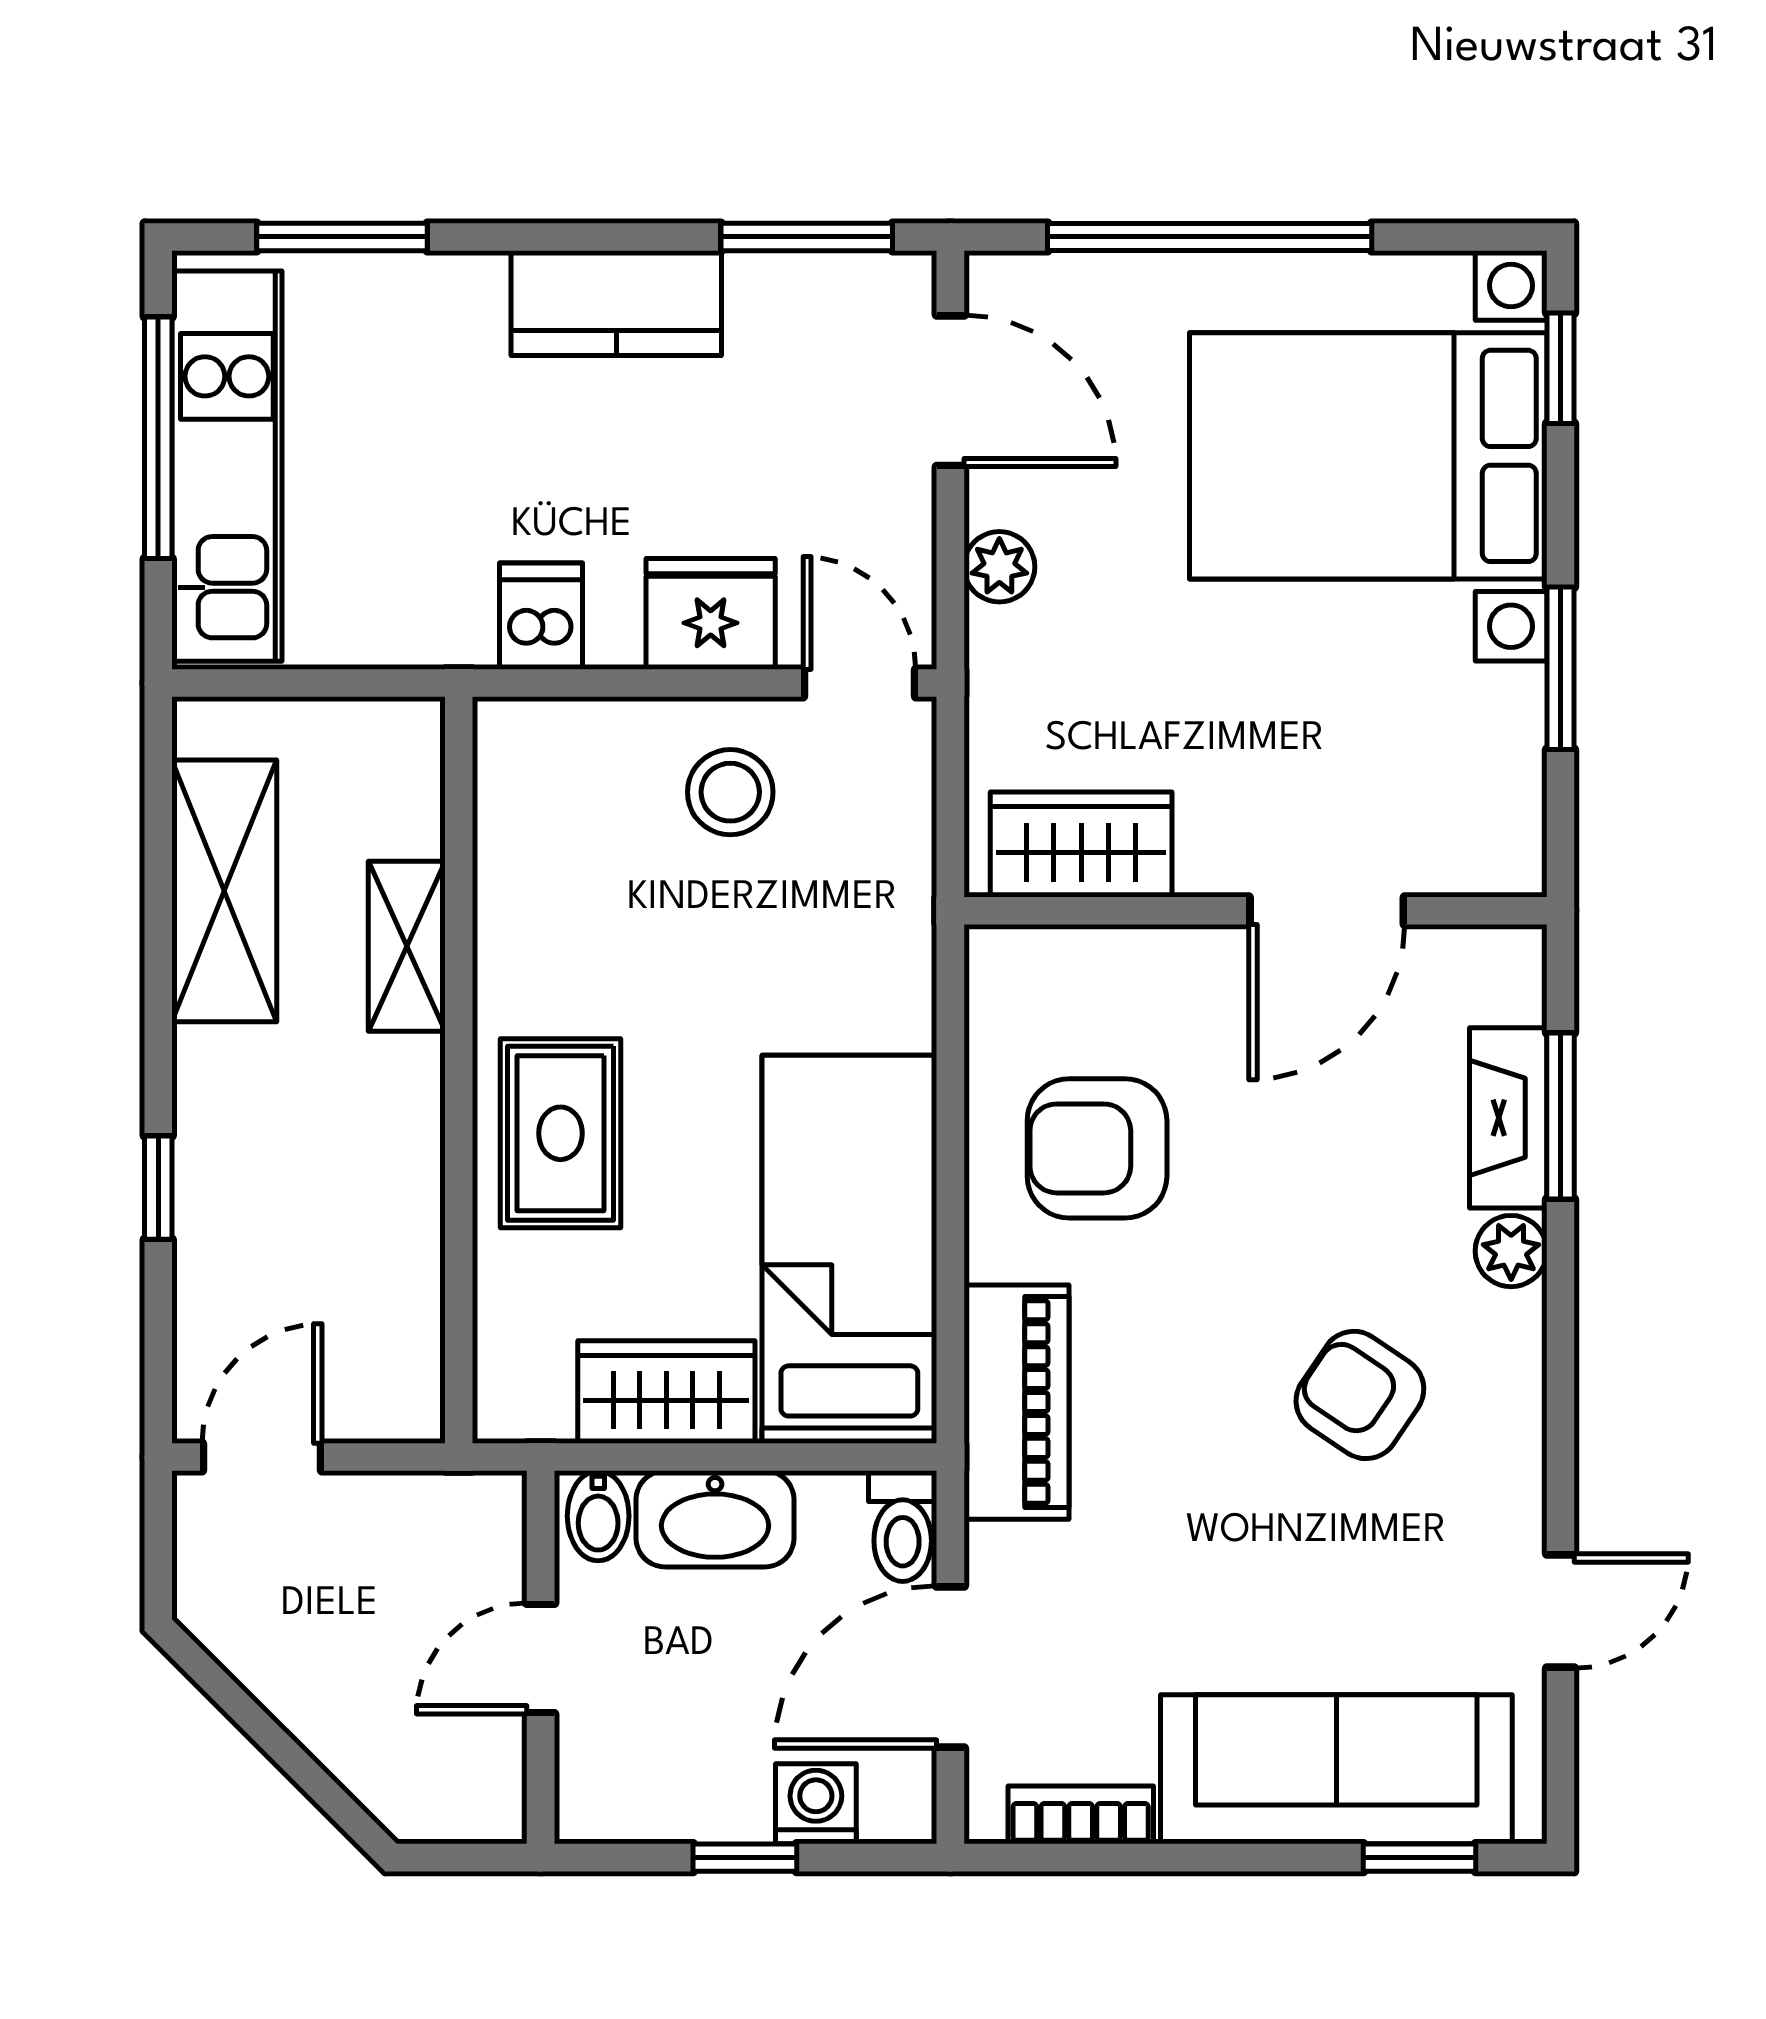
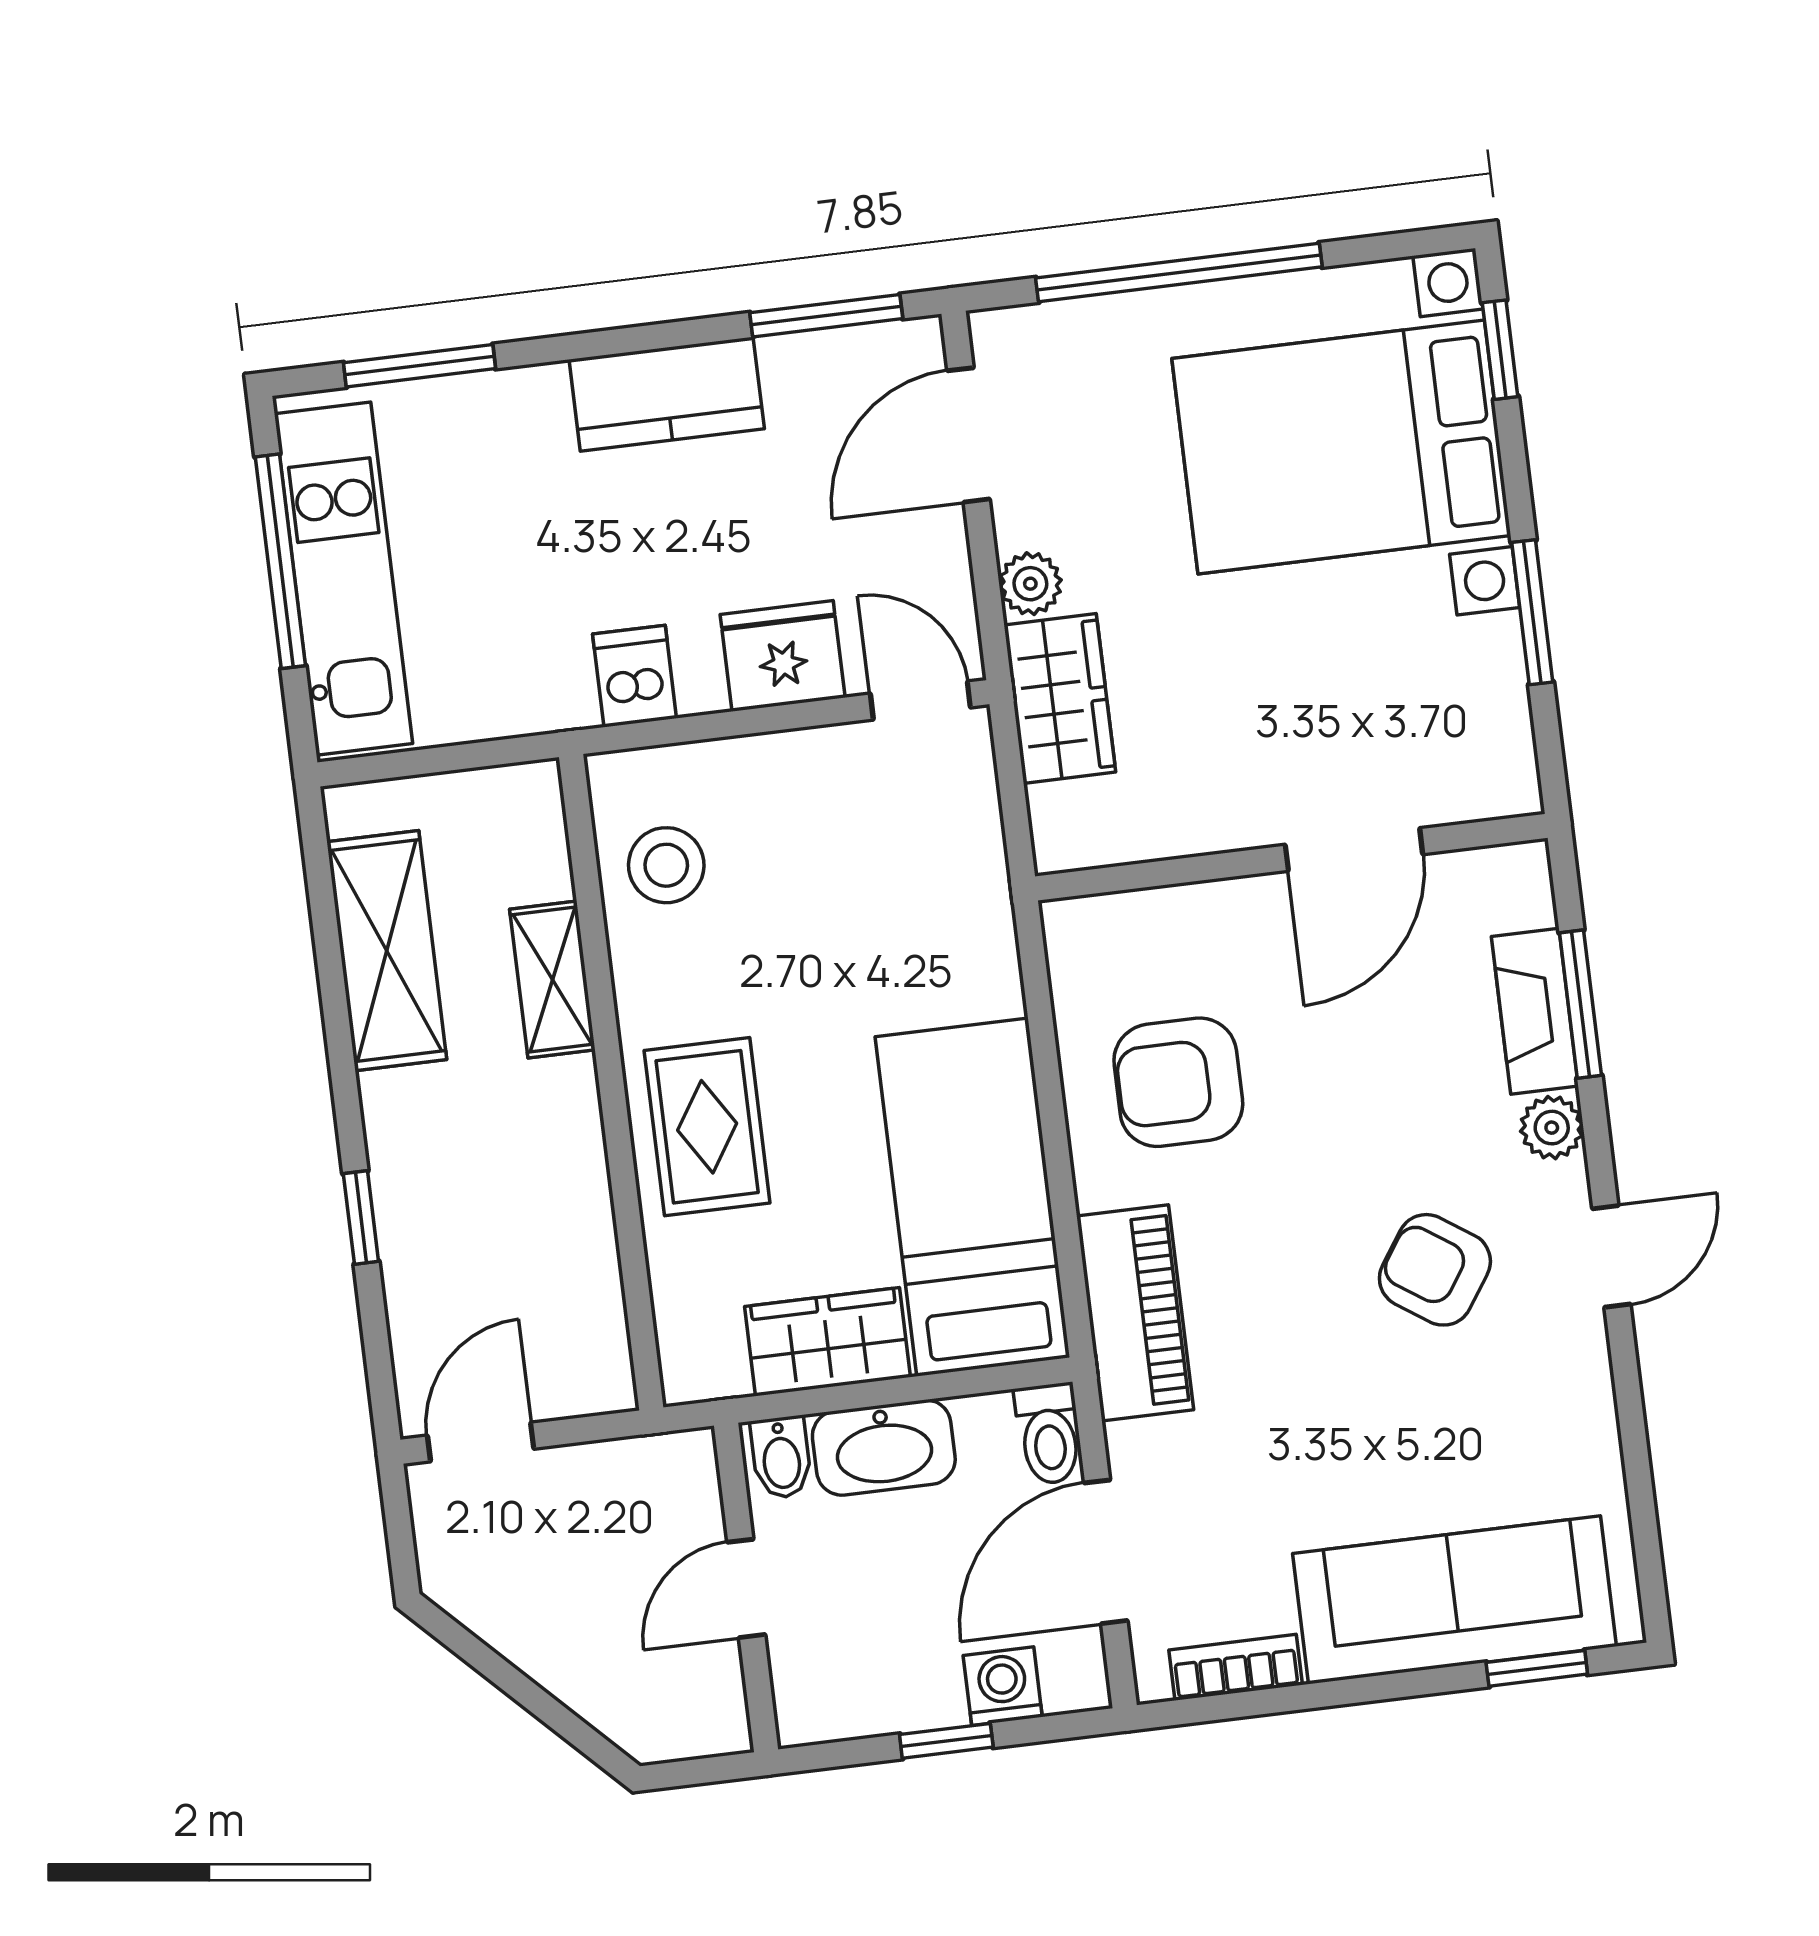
door: (950, 391) -> (969, 435), swing flipped
stool: (730, 792) -> (666, 865), moved
wardrobe: (1081, 844) -> (1060, 698), moved, turned 90
door: (1560, 1611) -> (1611, 1256), moved

